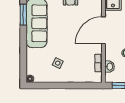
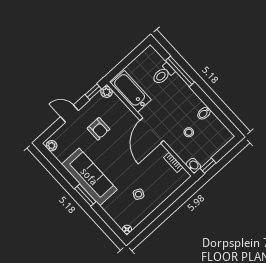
window: (23, 15) -> (85, 195), moved
washbasin: (109, 67) -> (193, 166), moved

